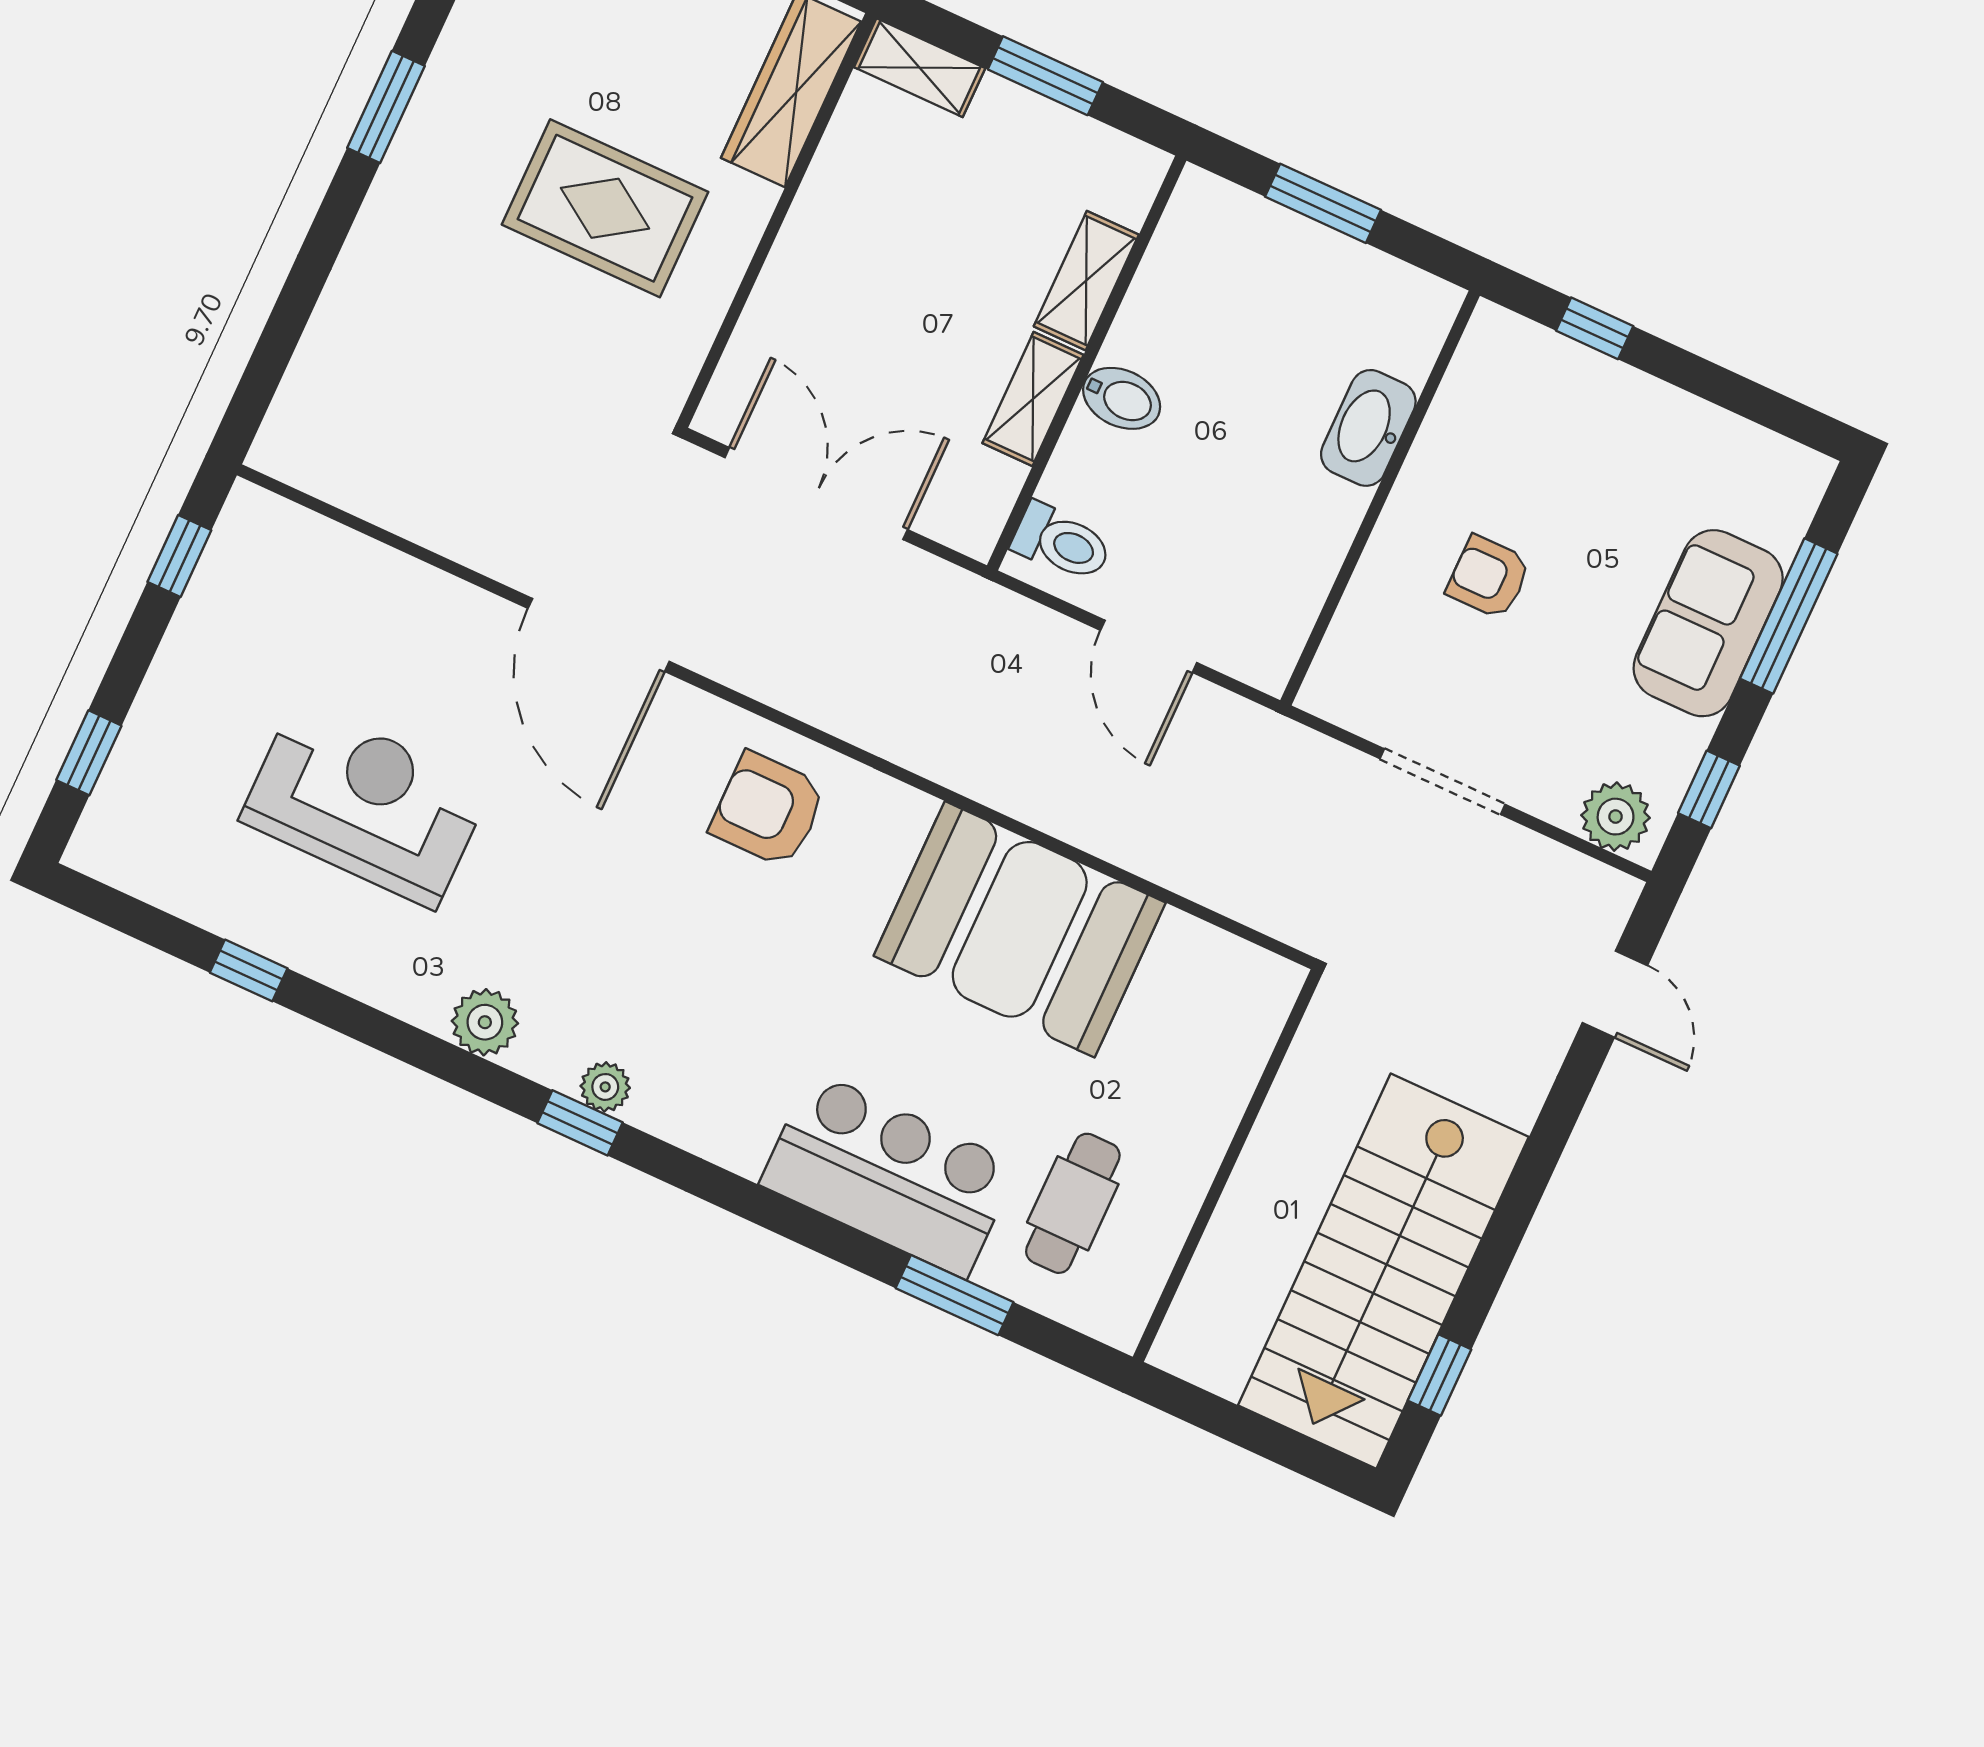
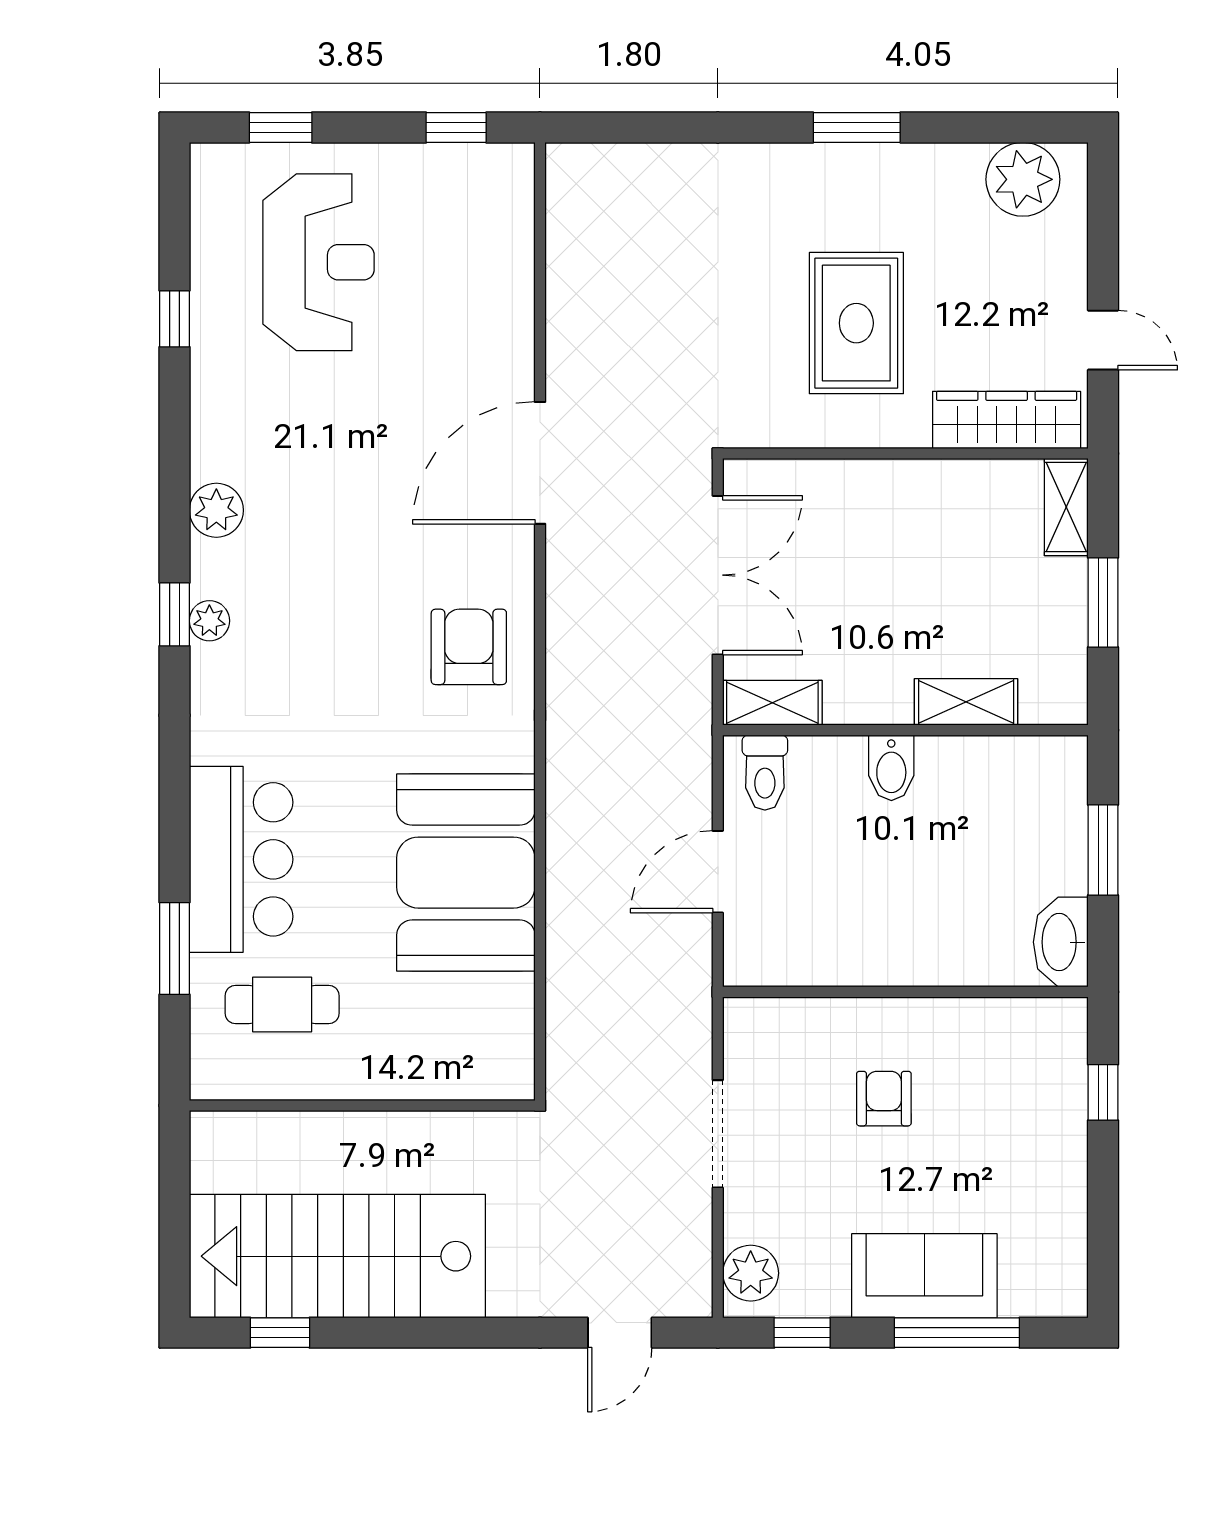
shelving: (1033, 399) -> (772, 703), moved
washbasin: (1368, 428) -> (1061, 942), moved, turned -90
reception desk: (365, 804) -> (319, 262), moved

